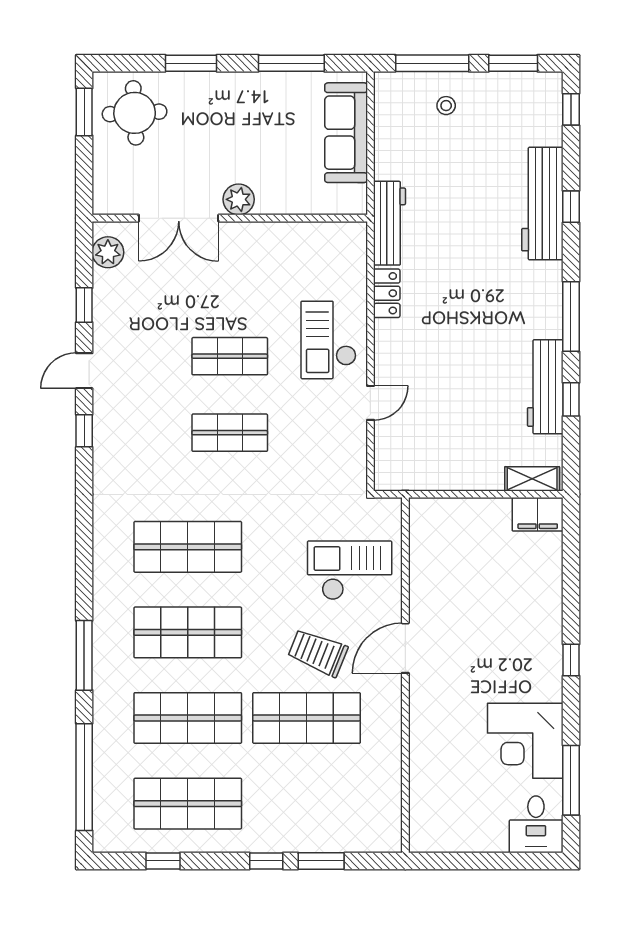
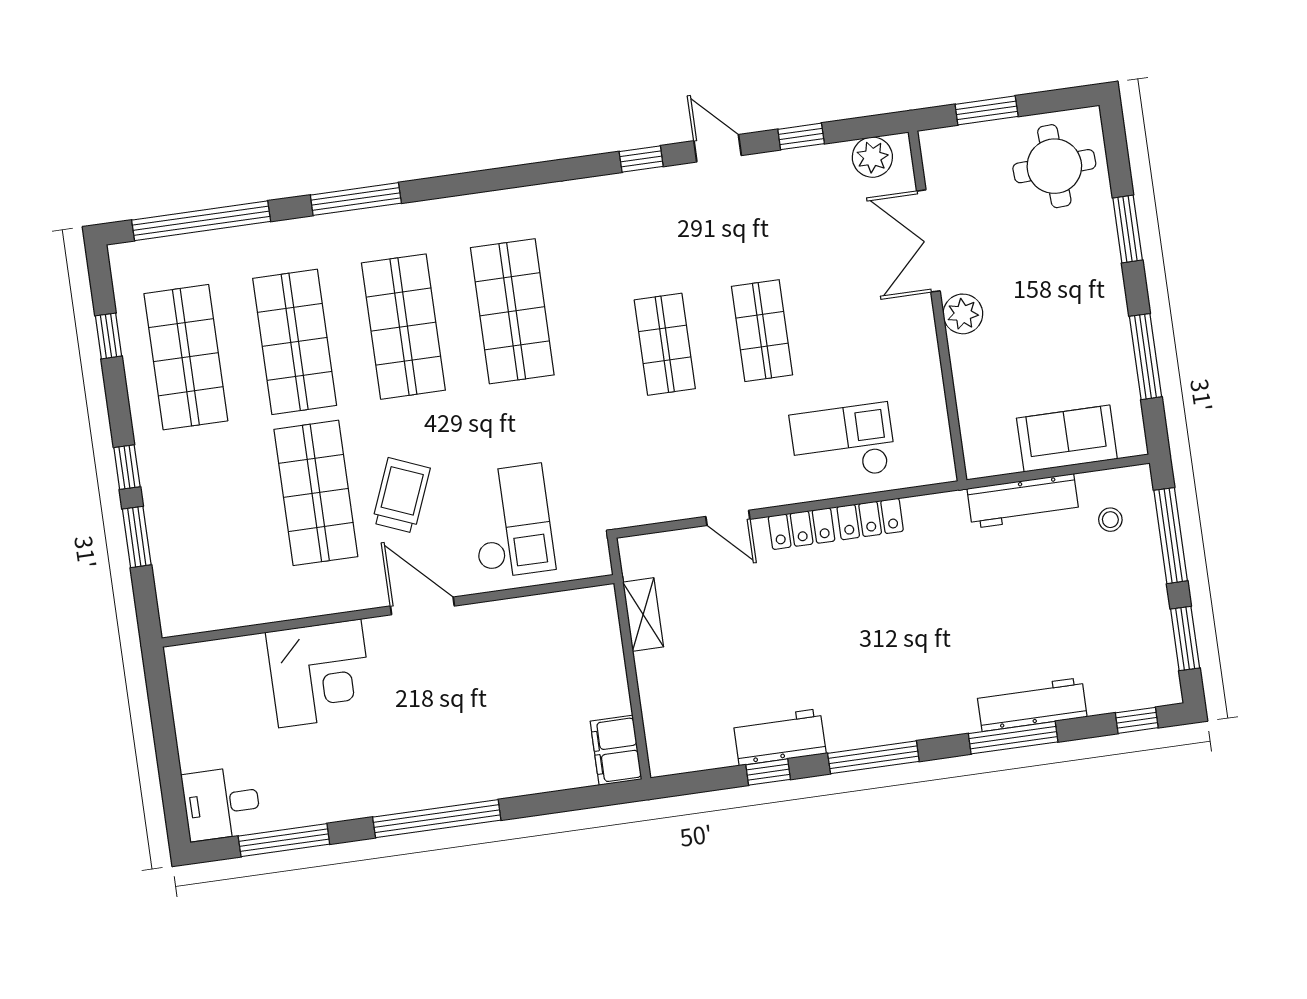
stool: (446, 106) -> (1110, 520), moved
window: (84, 112) -> (987, 110), moved
sofa: (346, 133) -> (1067, 439), width x0.73
workbench: (542, 204) -> (1032, 704), width x0.73, depth x0.76
window: (571, 207) -> (1013, 738), width x2.17
workbench: (389, 223) -> (1023, 501), moved
checkout: (329, 340) -> (843, 443), moved
locker: (387, 347) -> (802, 529), added
workbench: (545, 387) -> (780, 737), width x0.73
shelving: (532, 479) -> (643, 614), moved
window: (571, 660) -> (437, 819), width x3.17
corner desk: (525, 741) -> (320, 673), moved, turned 180

